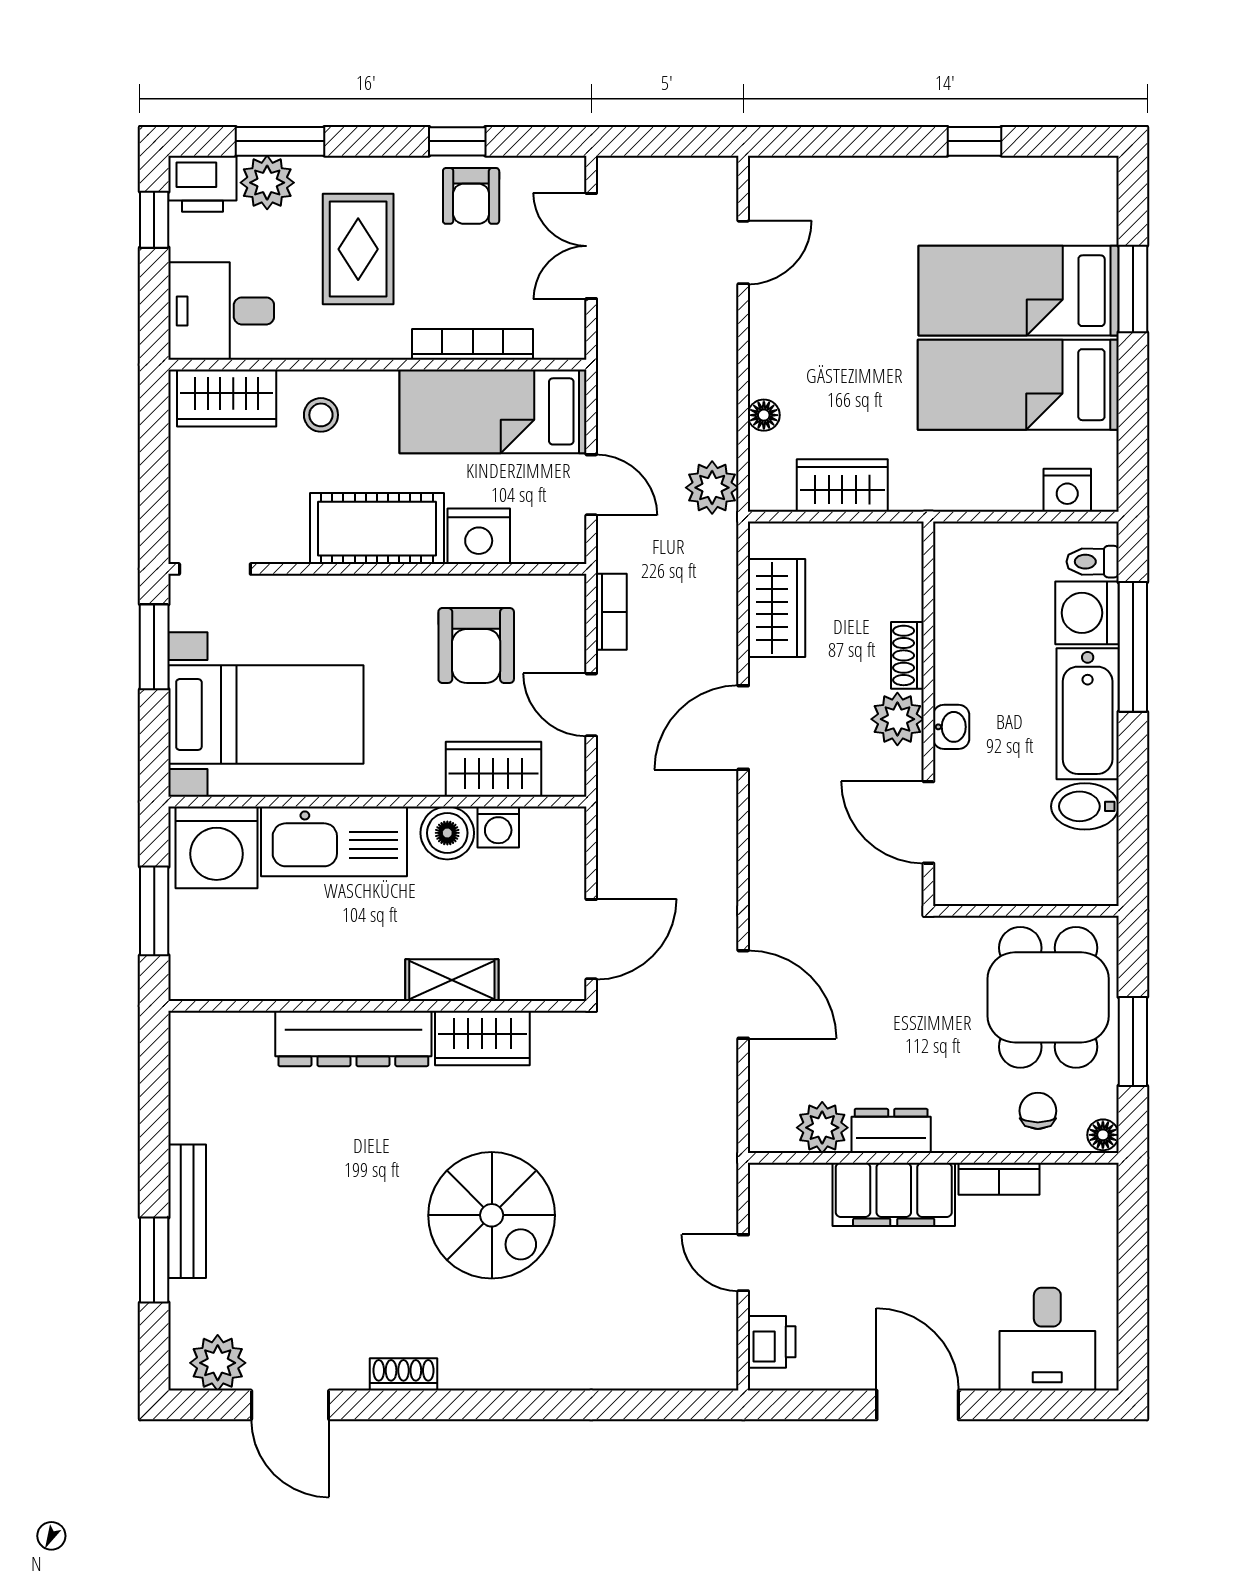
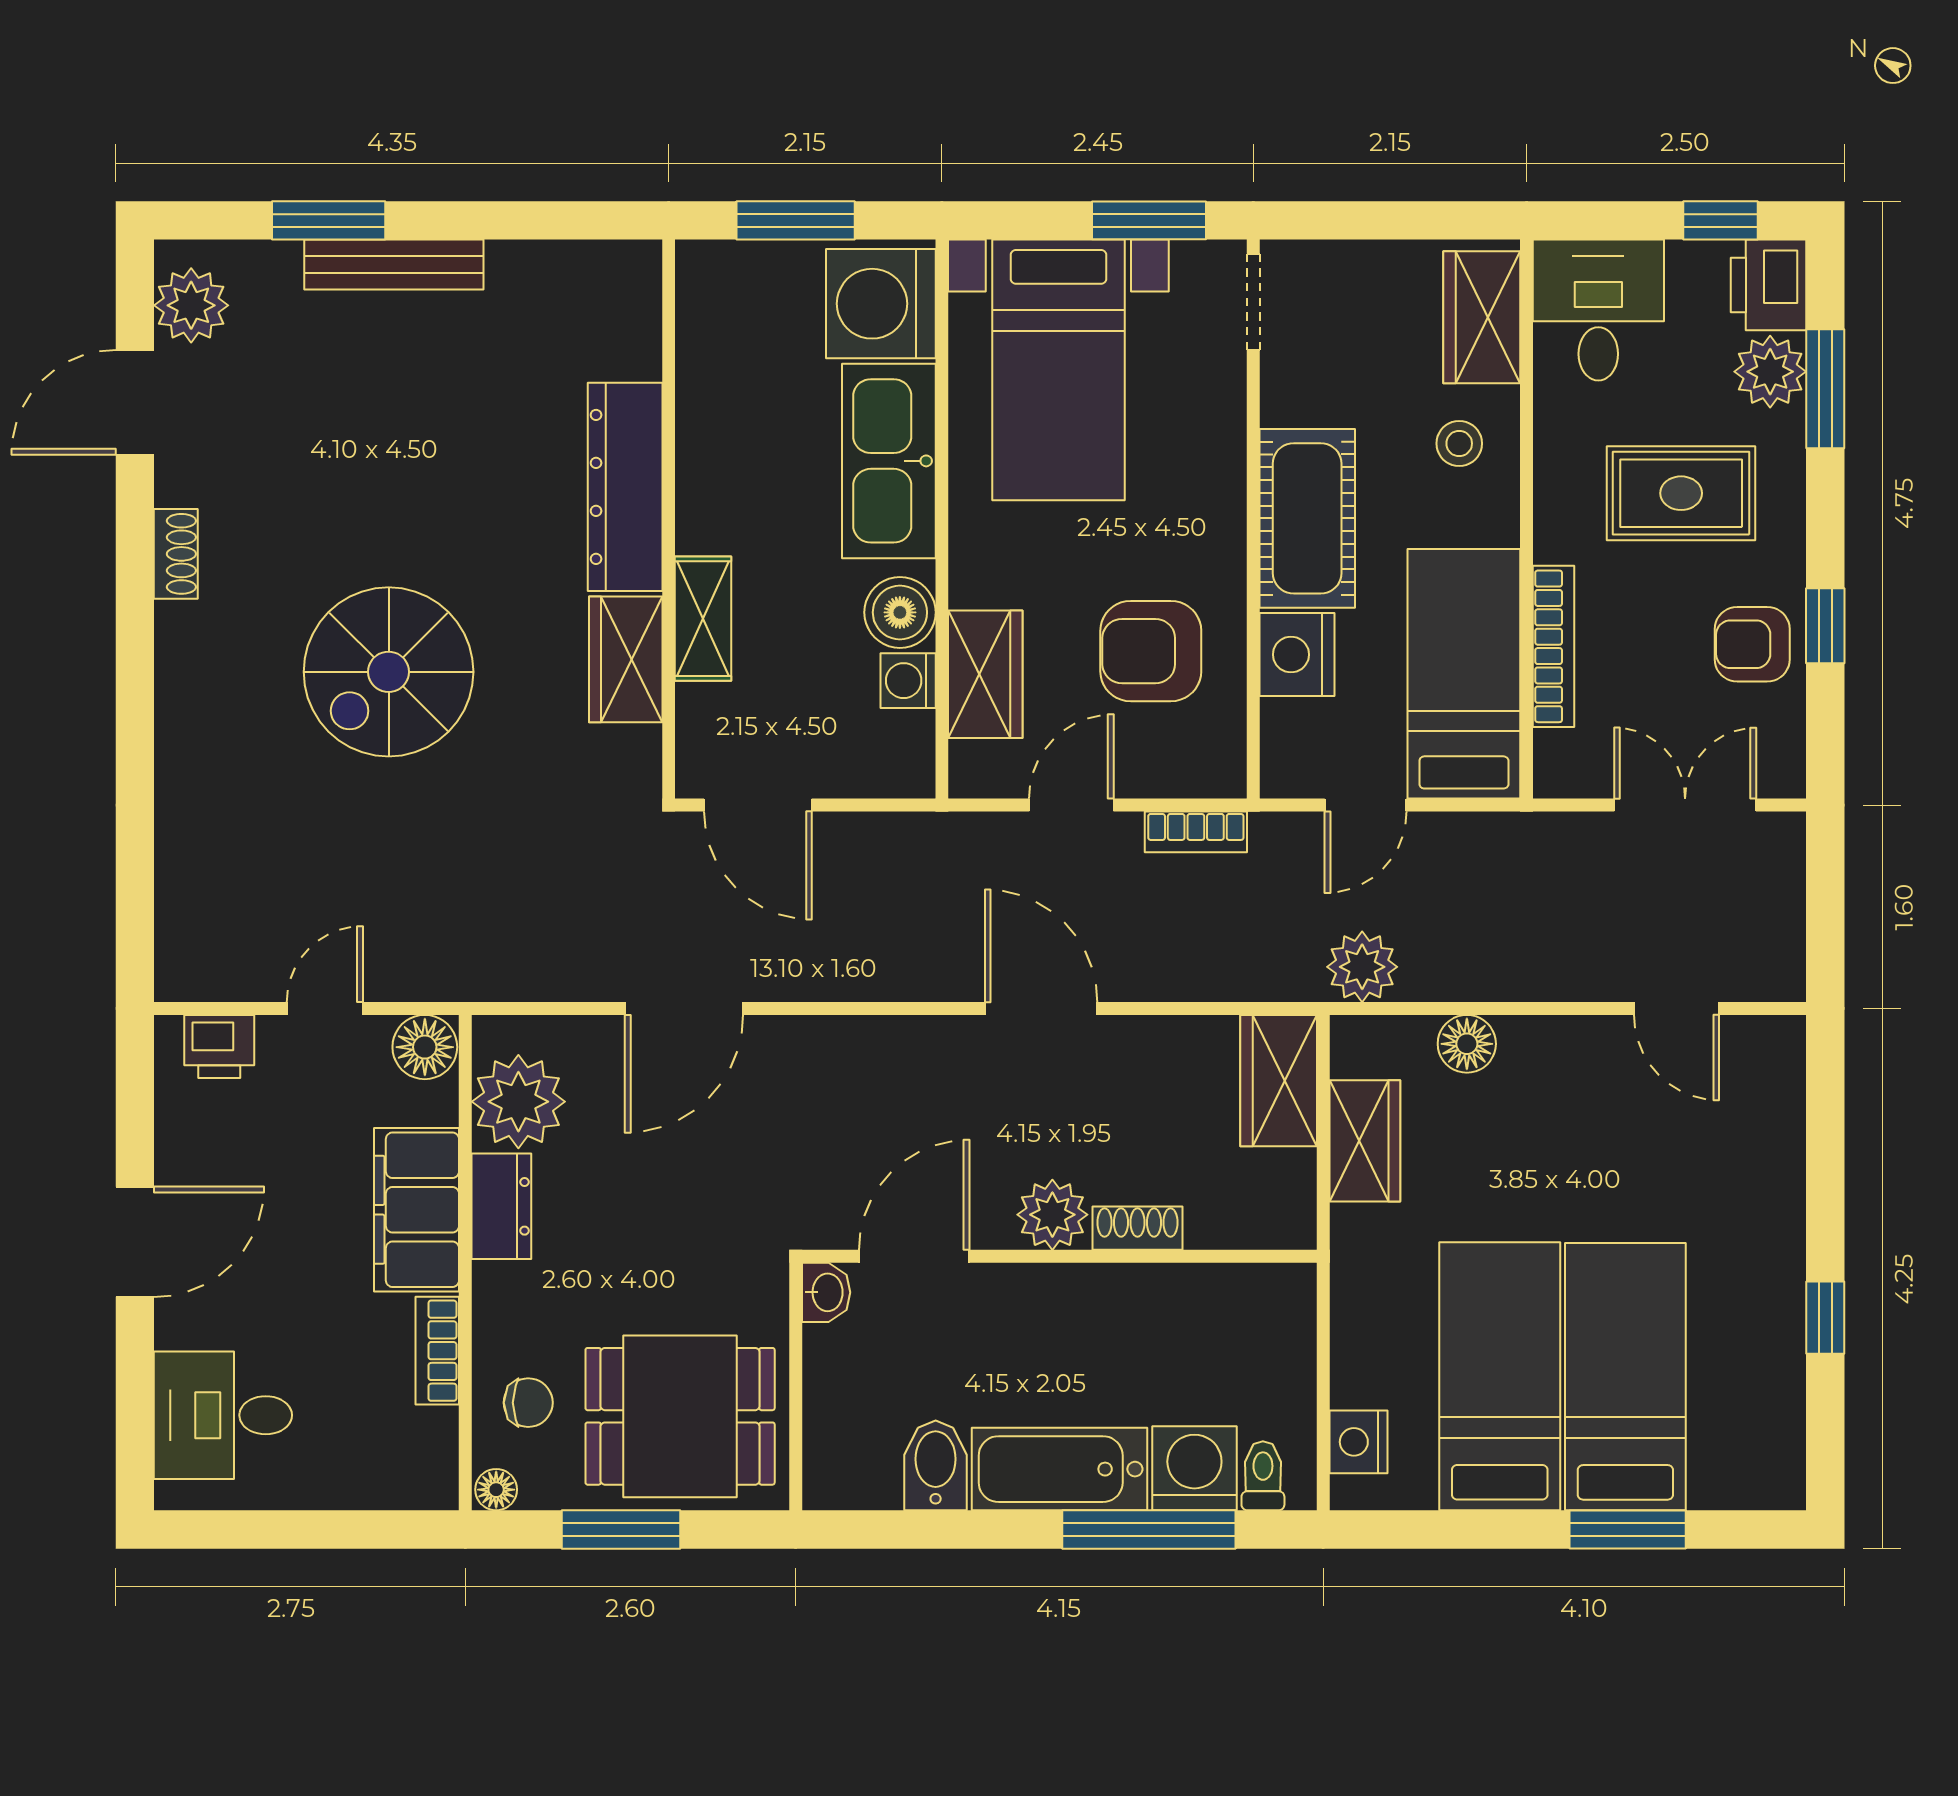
floor lamp: (764, 415) -> (1467, 1044), width x1.37, depth x1.37
wardrobe: (777, 608) -> (1279, 1081), moved, turned 90
washbasin: (951, 727) -> (826, 1292), moved, turned -90
plant: (822, 1128) -> (518, 1102), width x1.36, depth x1.36
floor lamp: (772, 1188) -> (425, 1047), added

